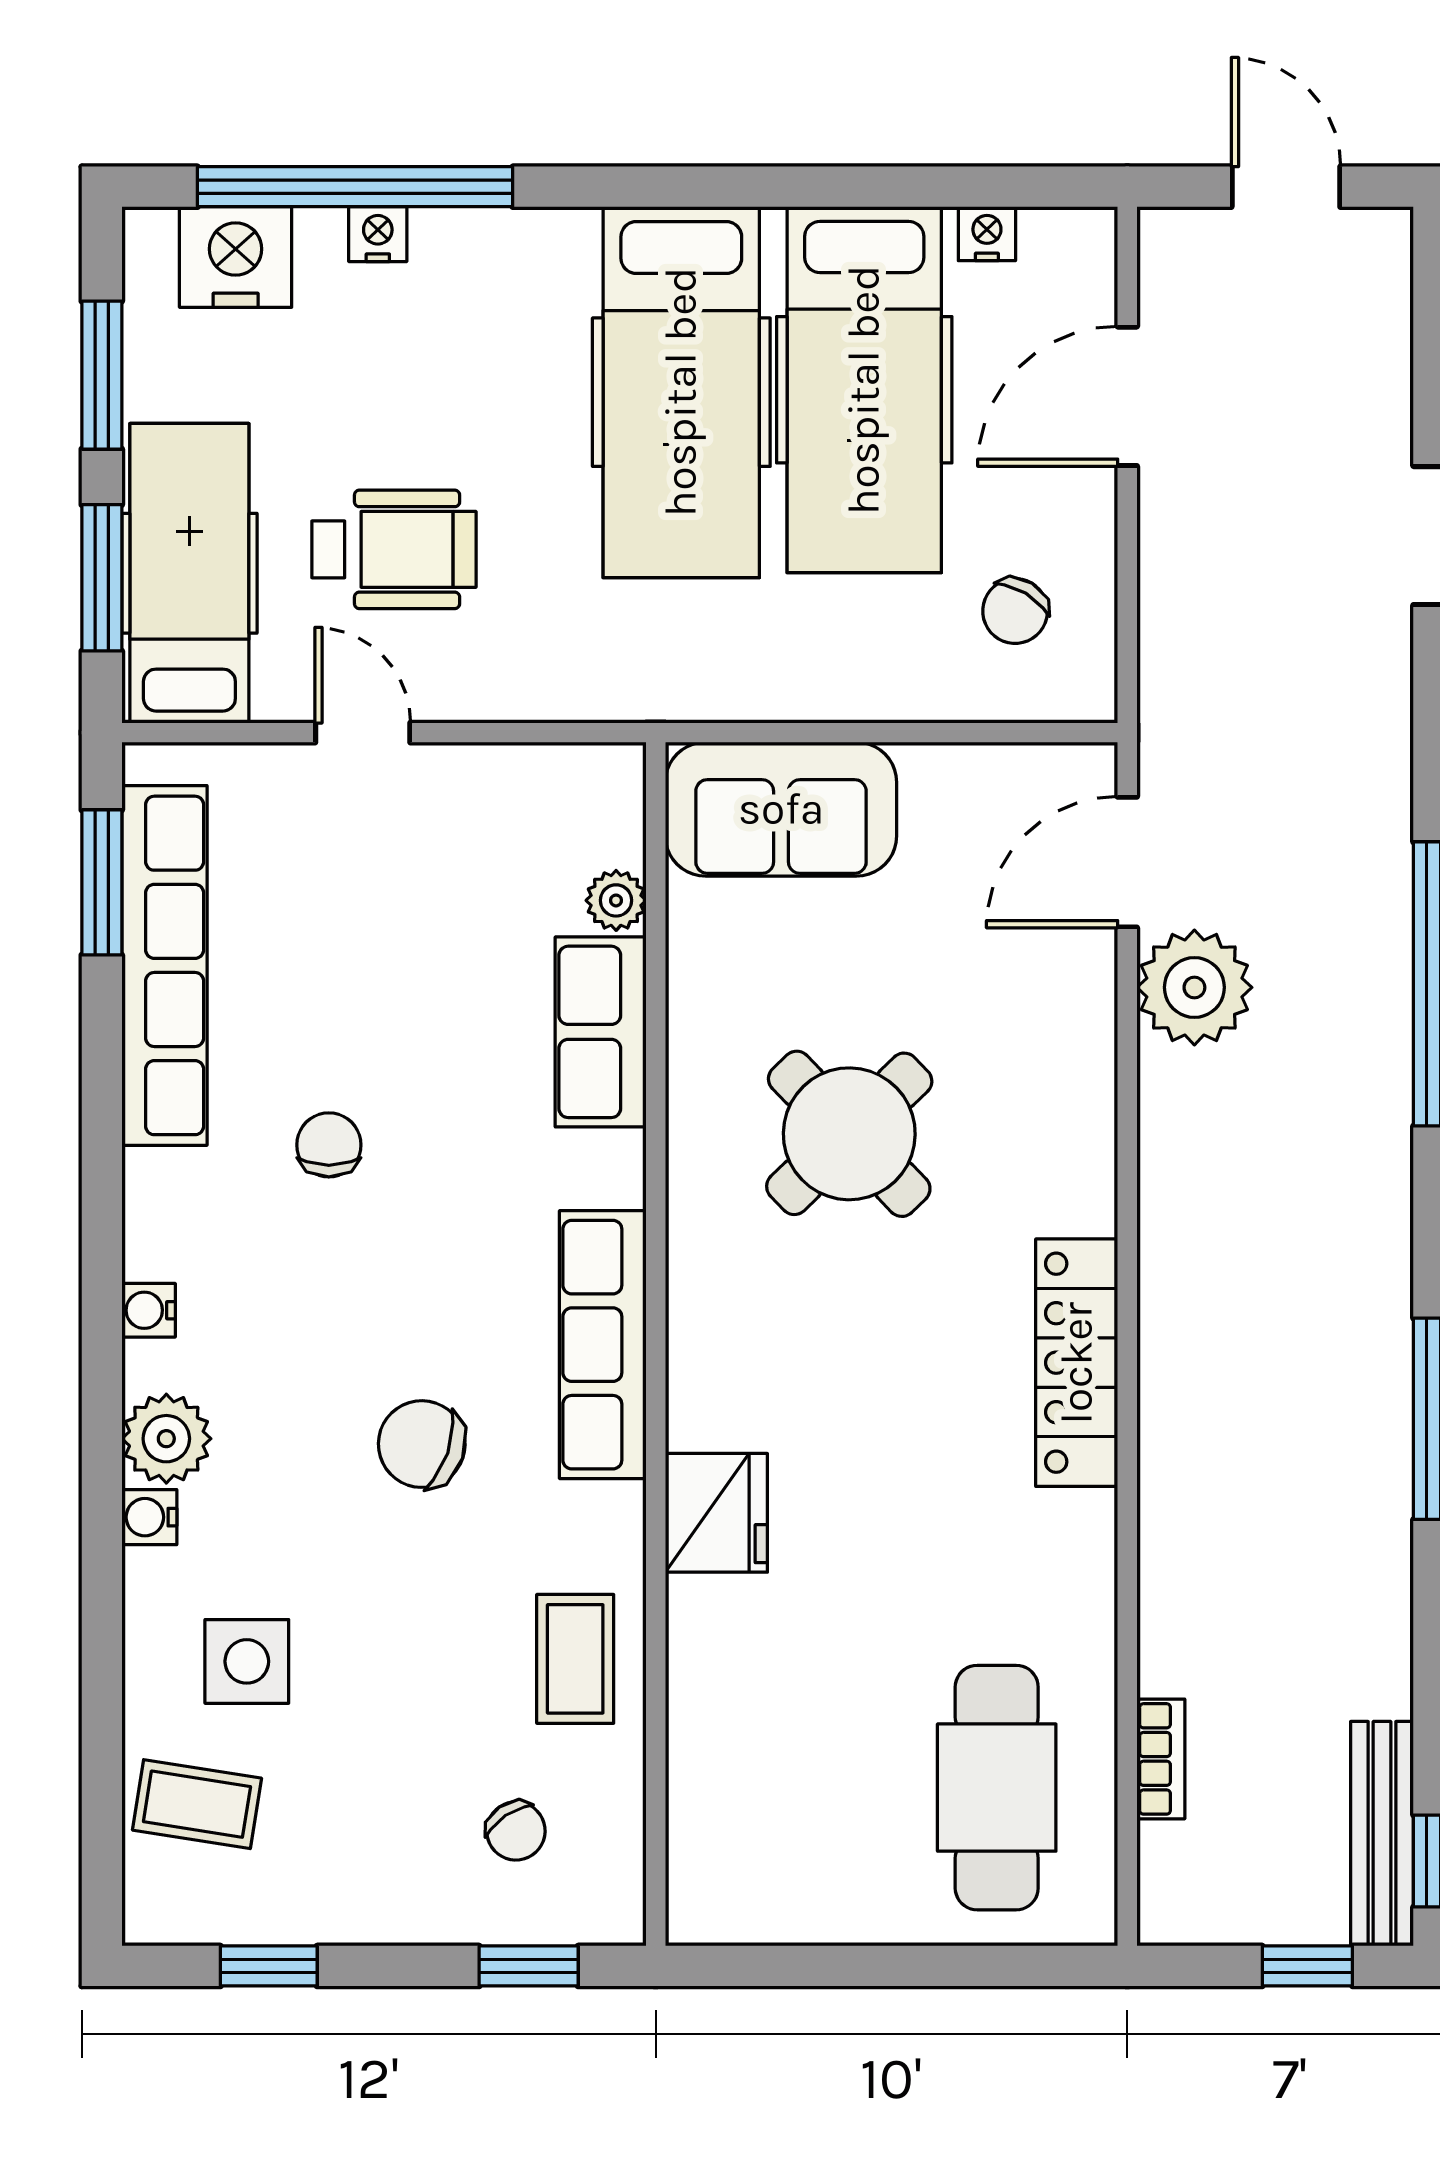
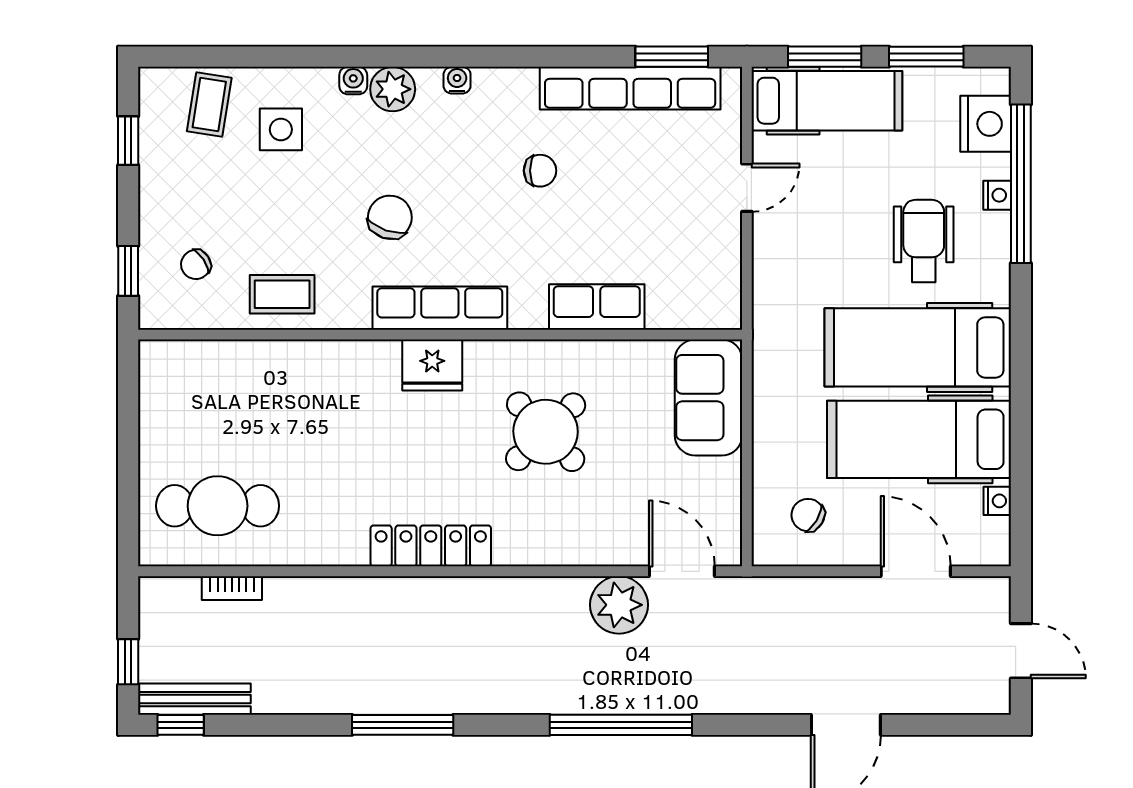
door: (1286, 187) -> (1021, 651), hinge flipped
wheelchair: (394, 549) -> (924, 241), moved, turned 180
plant: (616, 900) -> (663, 315), removed
fridge: (716, 1513) -> (432, 365), moved

